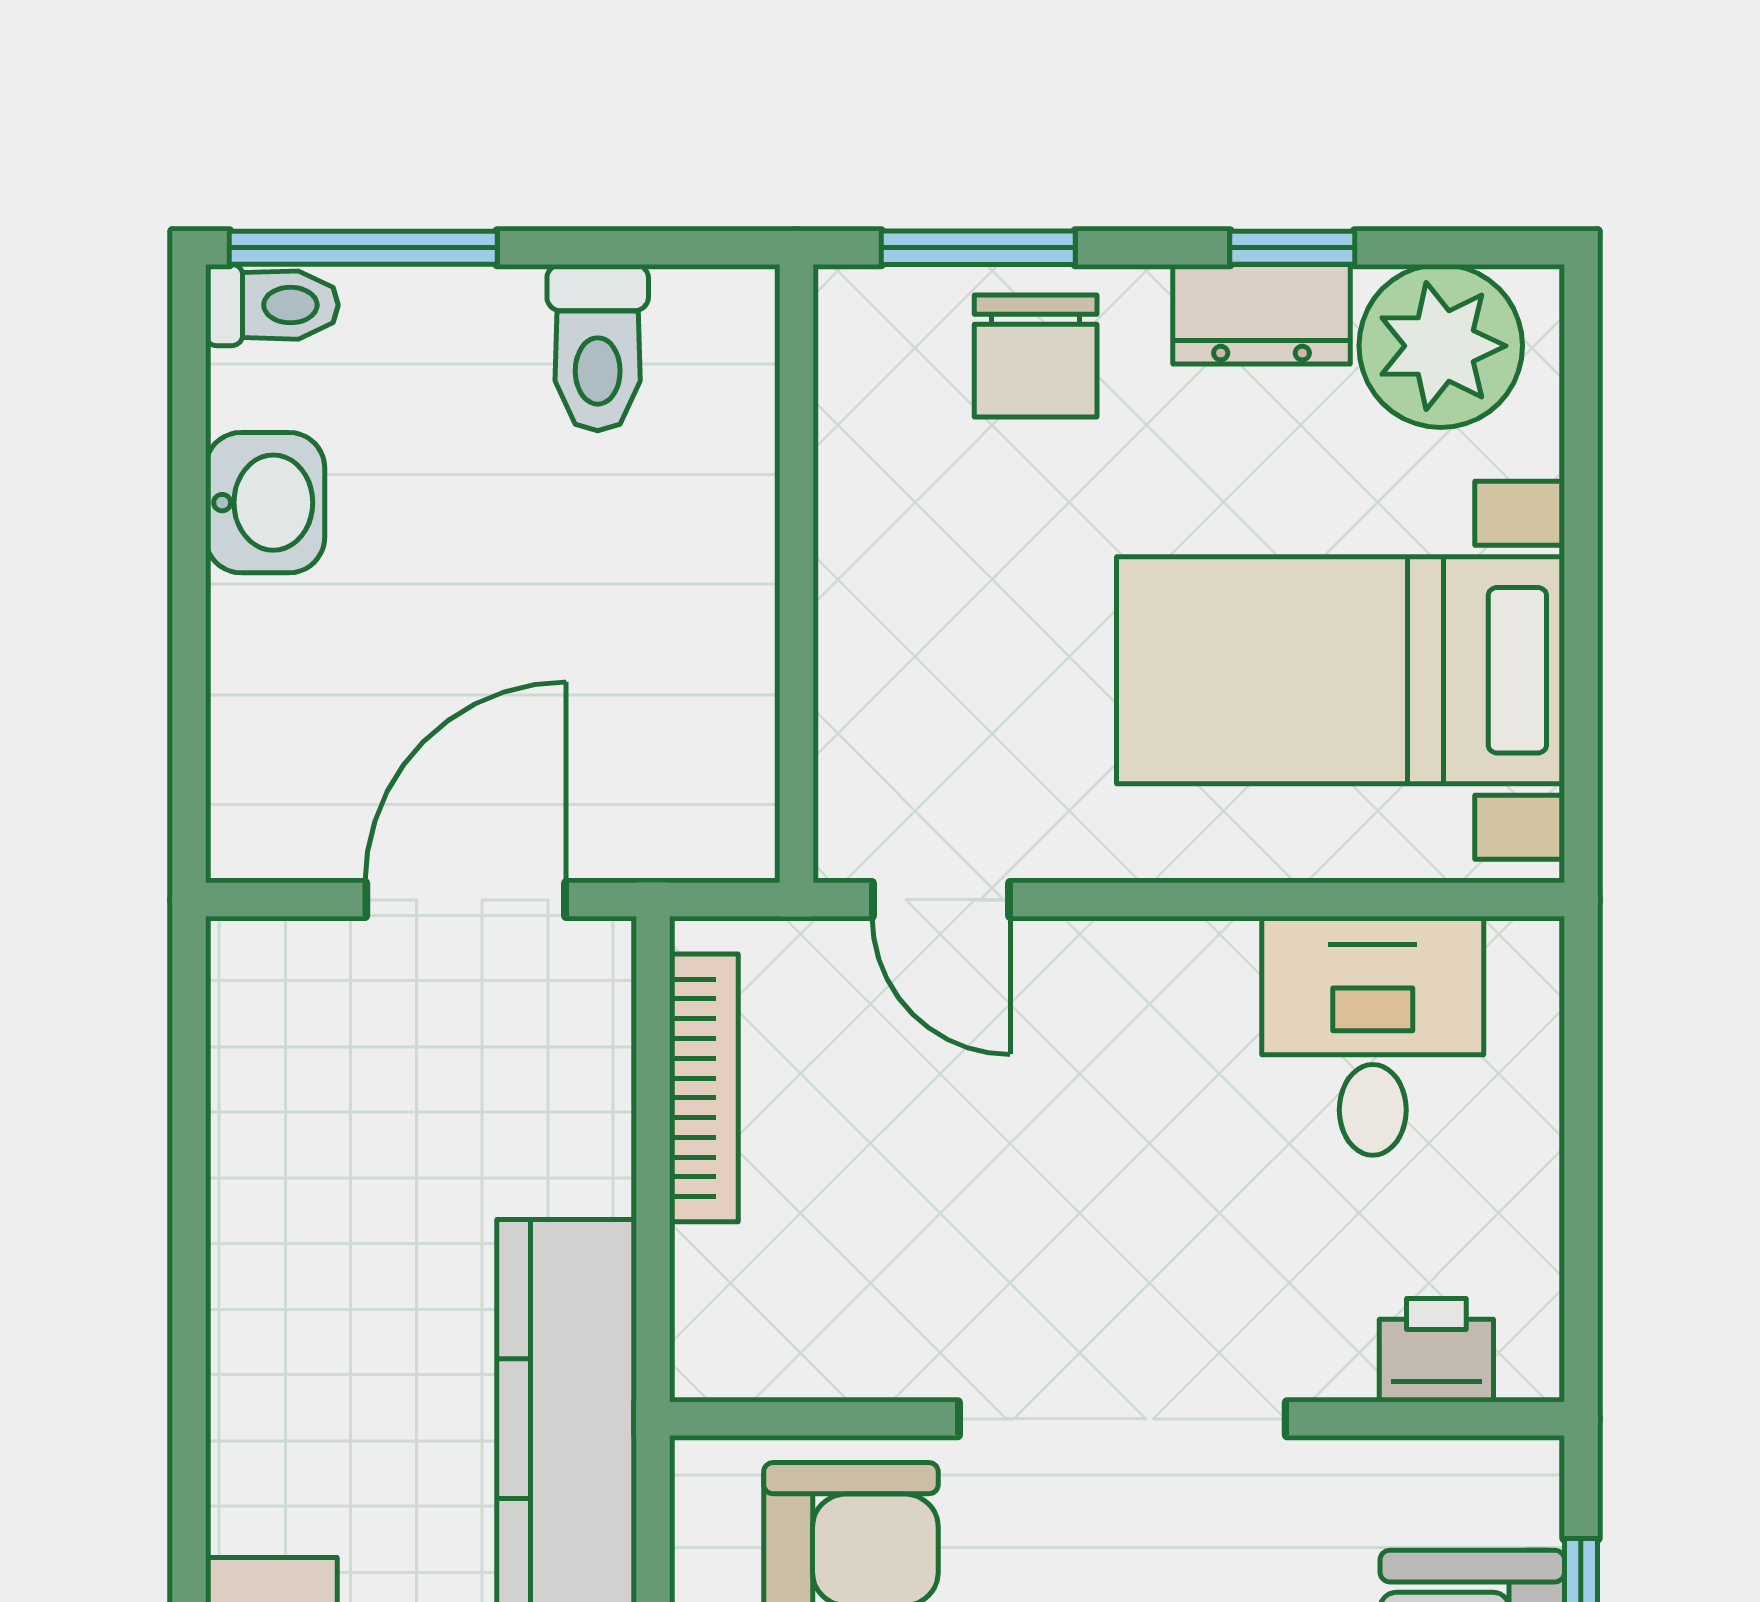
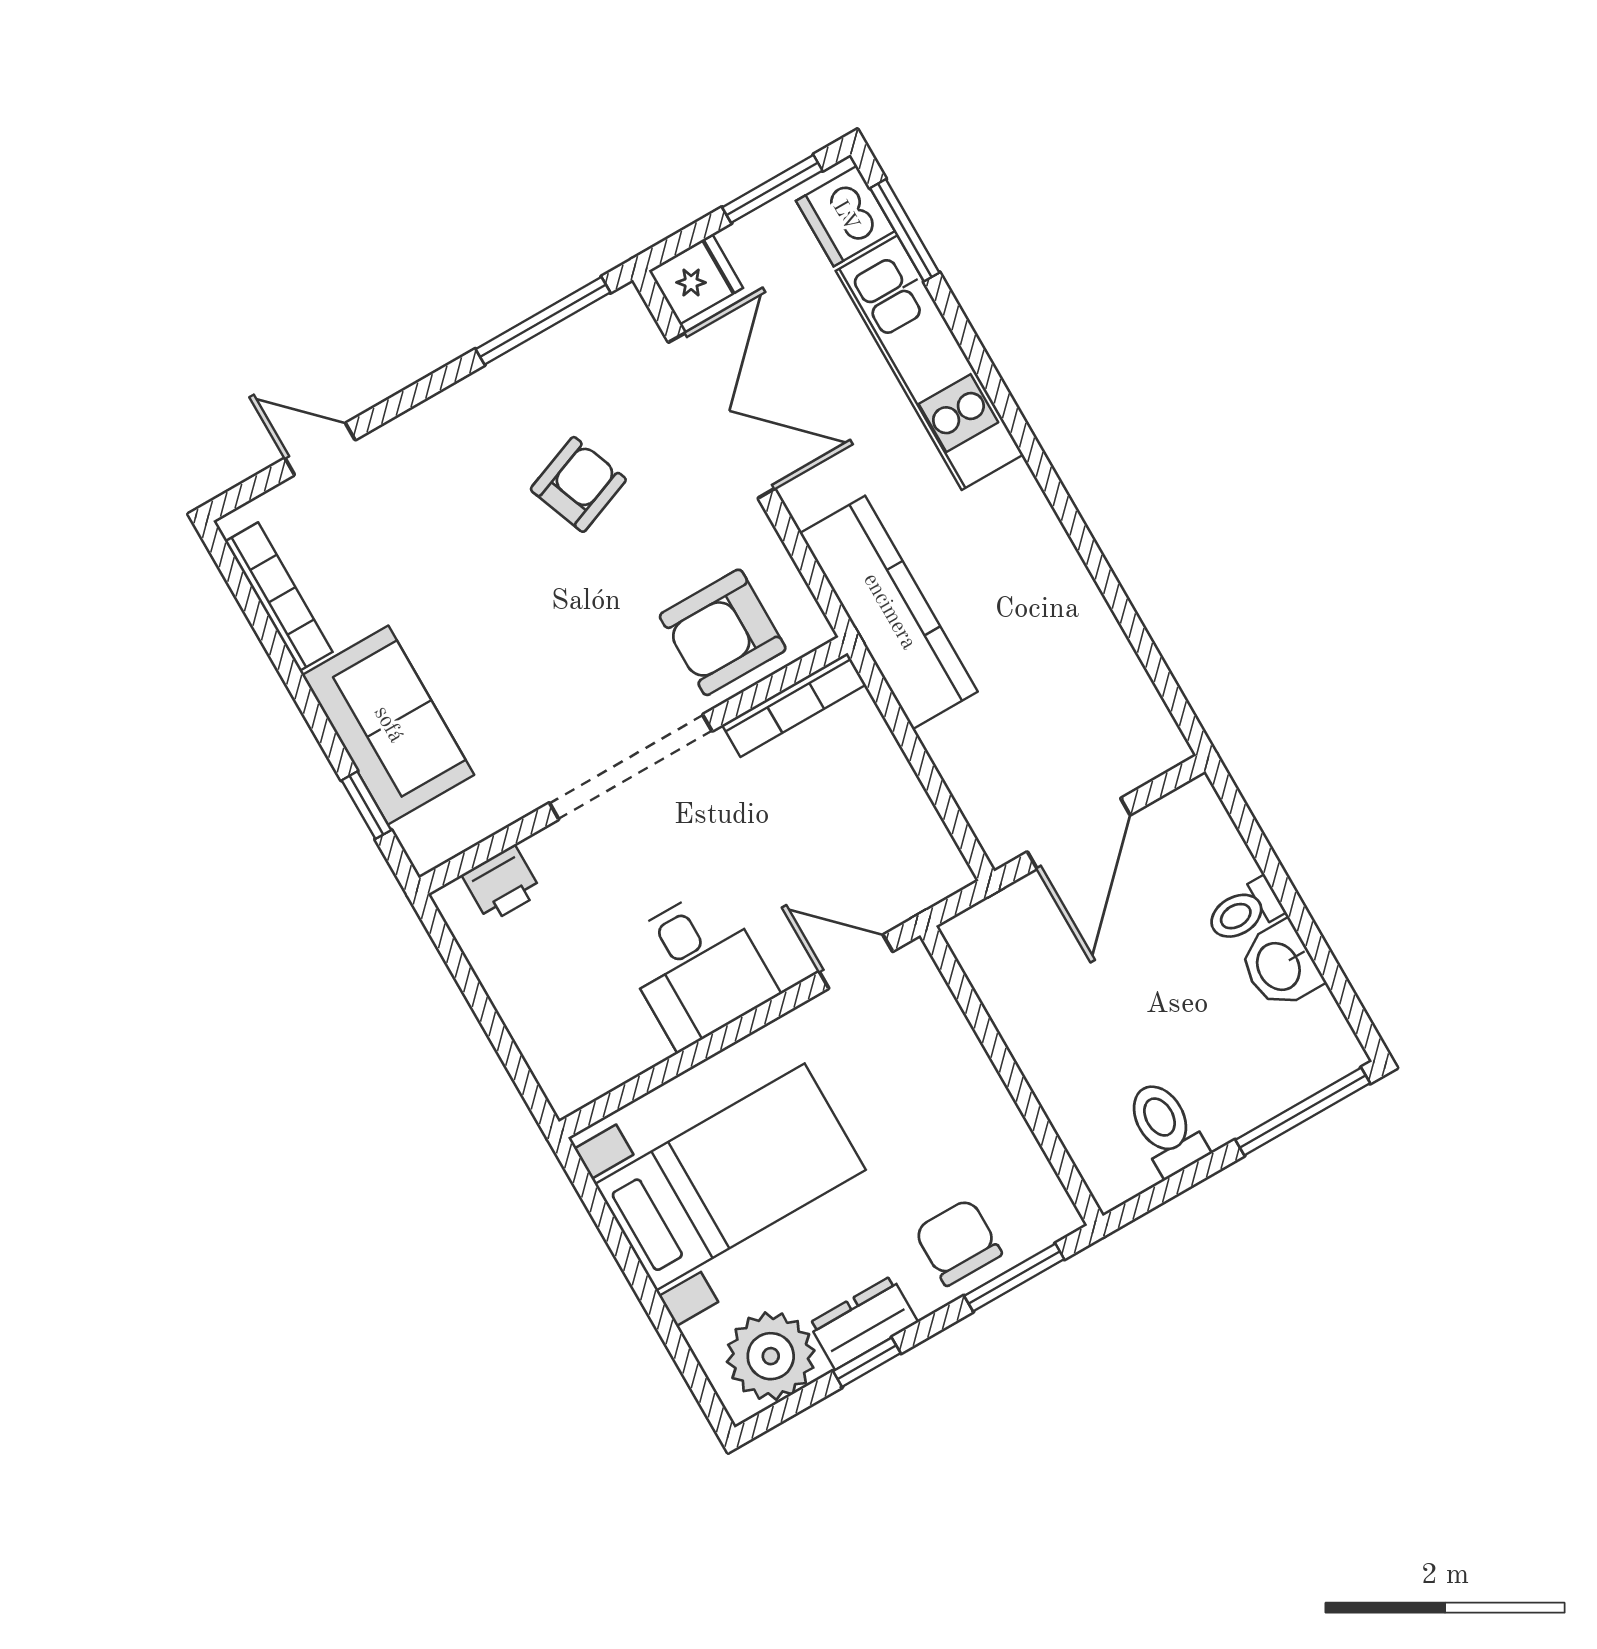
toilet: (272, 305) -> (1244, 911), moved
desk: (1373, 1036) -> (697, 968), moved
bookcase: (704, 1088) -> (794, 705), moved, turned -90

